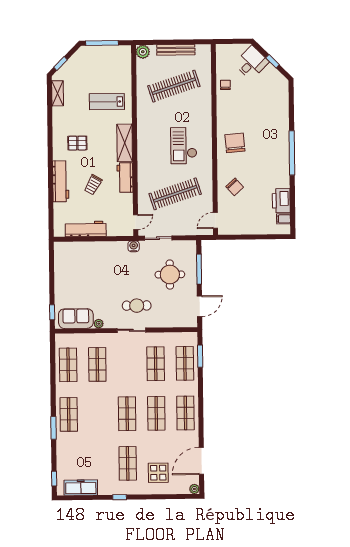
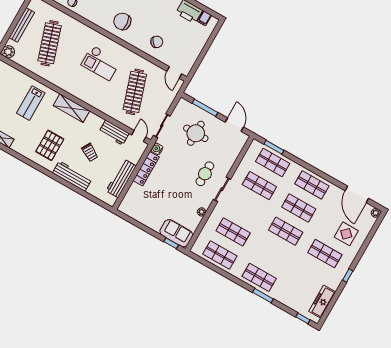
pallet: (77, 143) -> (50, 145), width x1.50, depth x1.42
workbench: (125, 178) -> (114, 133), moved
locker: (109, 247) -> (146, 169), added
sofa: (76, 319) -> (176, 233), moved, turned 90

